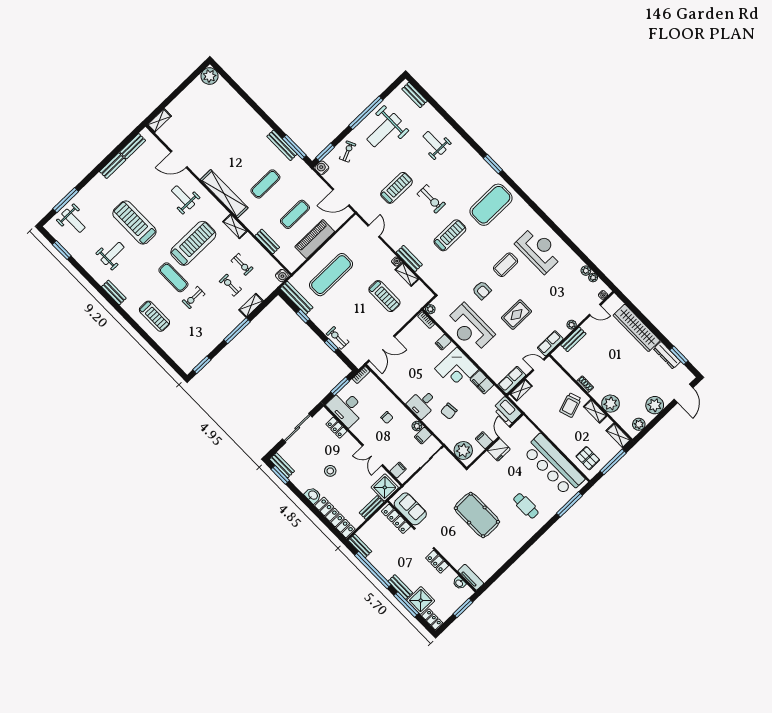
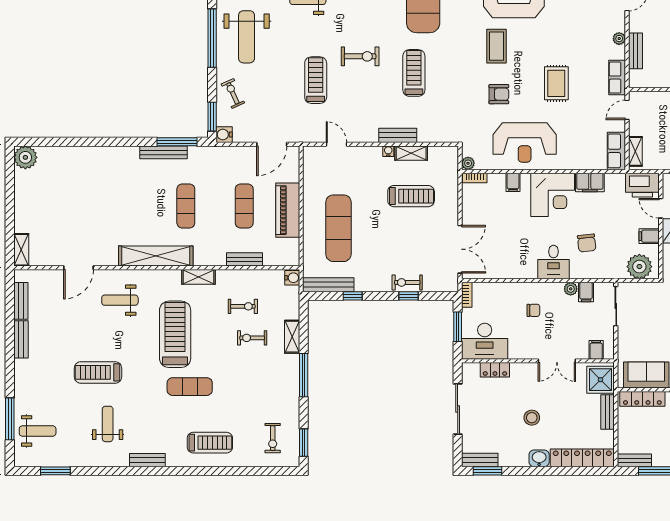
treadmill: (134, 223) -> (98, 372), width x0.73, depth x0.73
exercise bike: (194, 298) -> (273, 438), moved

